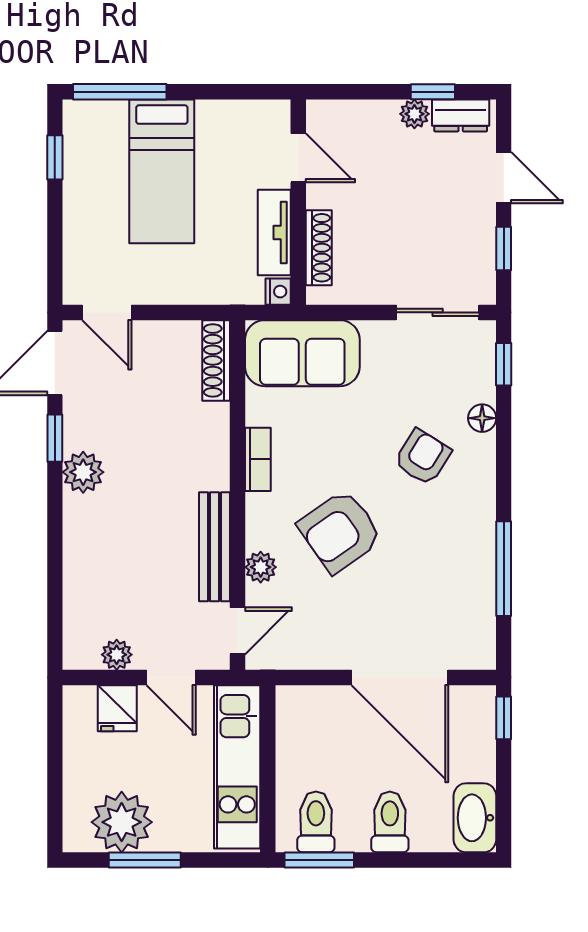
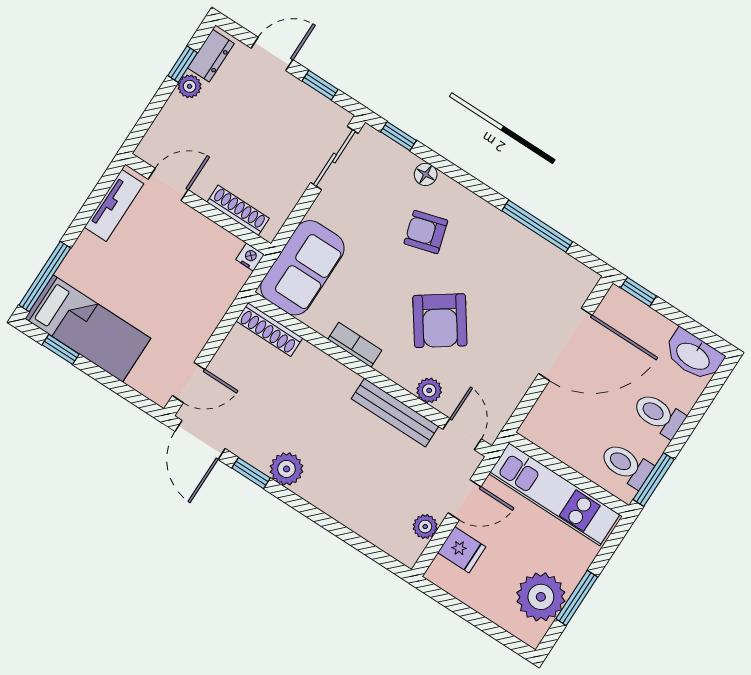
bed: (162, 171) -> (88, 328), moved
tv unit: (274, 233) -> (114, 205), moved, turned -90
armchair: (423, 457) -> (426, 232), turned -48

